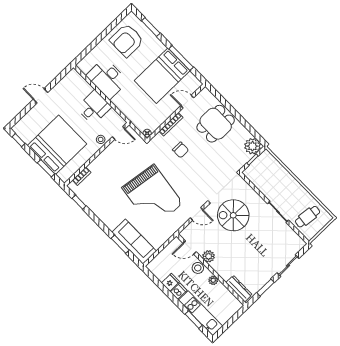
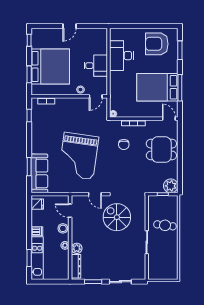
door: (40, 96) -> (70, 26), swing flipped
door: (187, 102) -> (169, 119), moved
door: (119, 133) -> (96, 96), hinge flipped
cafe table: (308, 217) -> (165, 225), moved
plant: (209, 256) -> (77, 248), moved
fridge: (170, 282) -> (37, 204), moved

